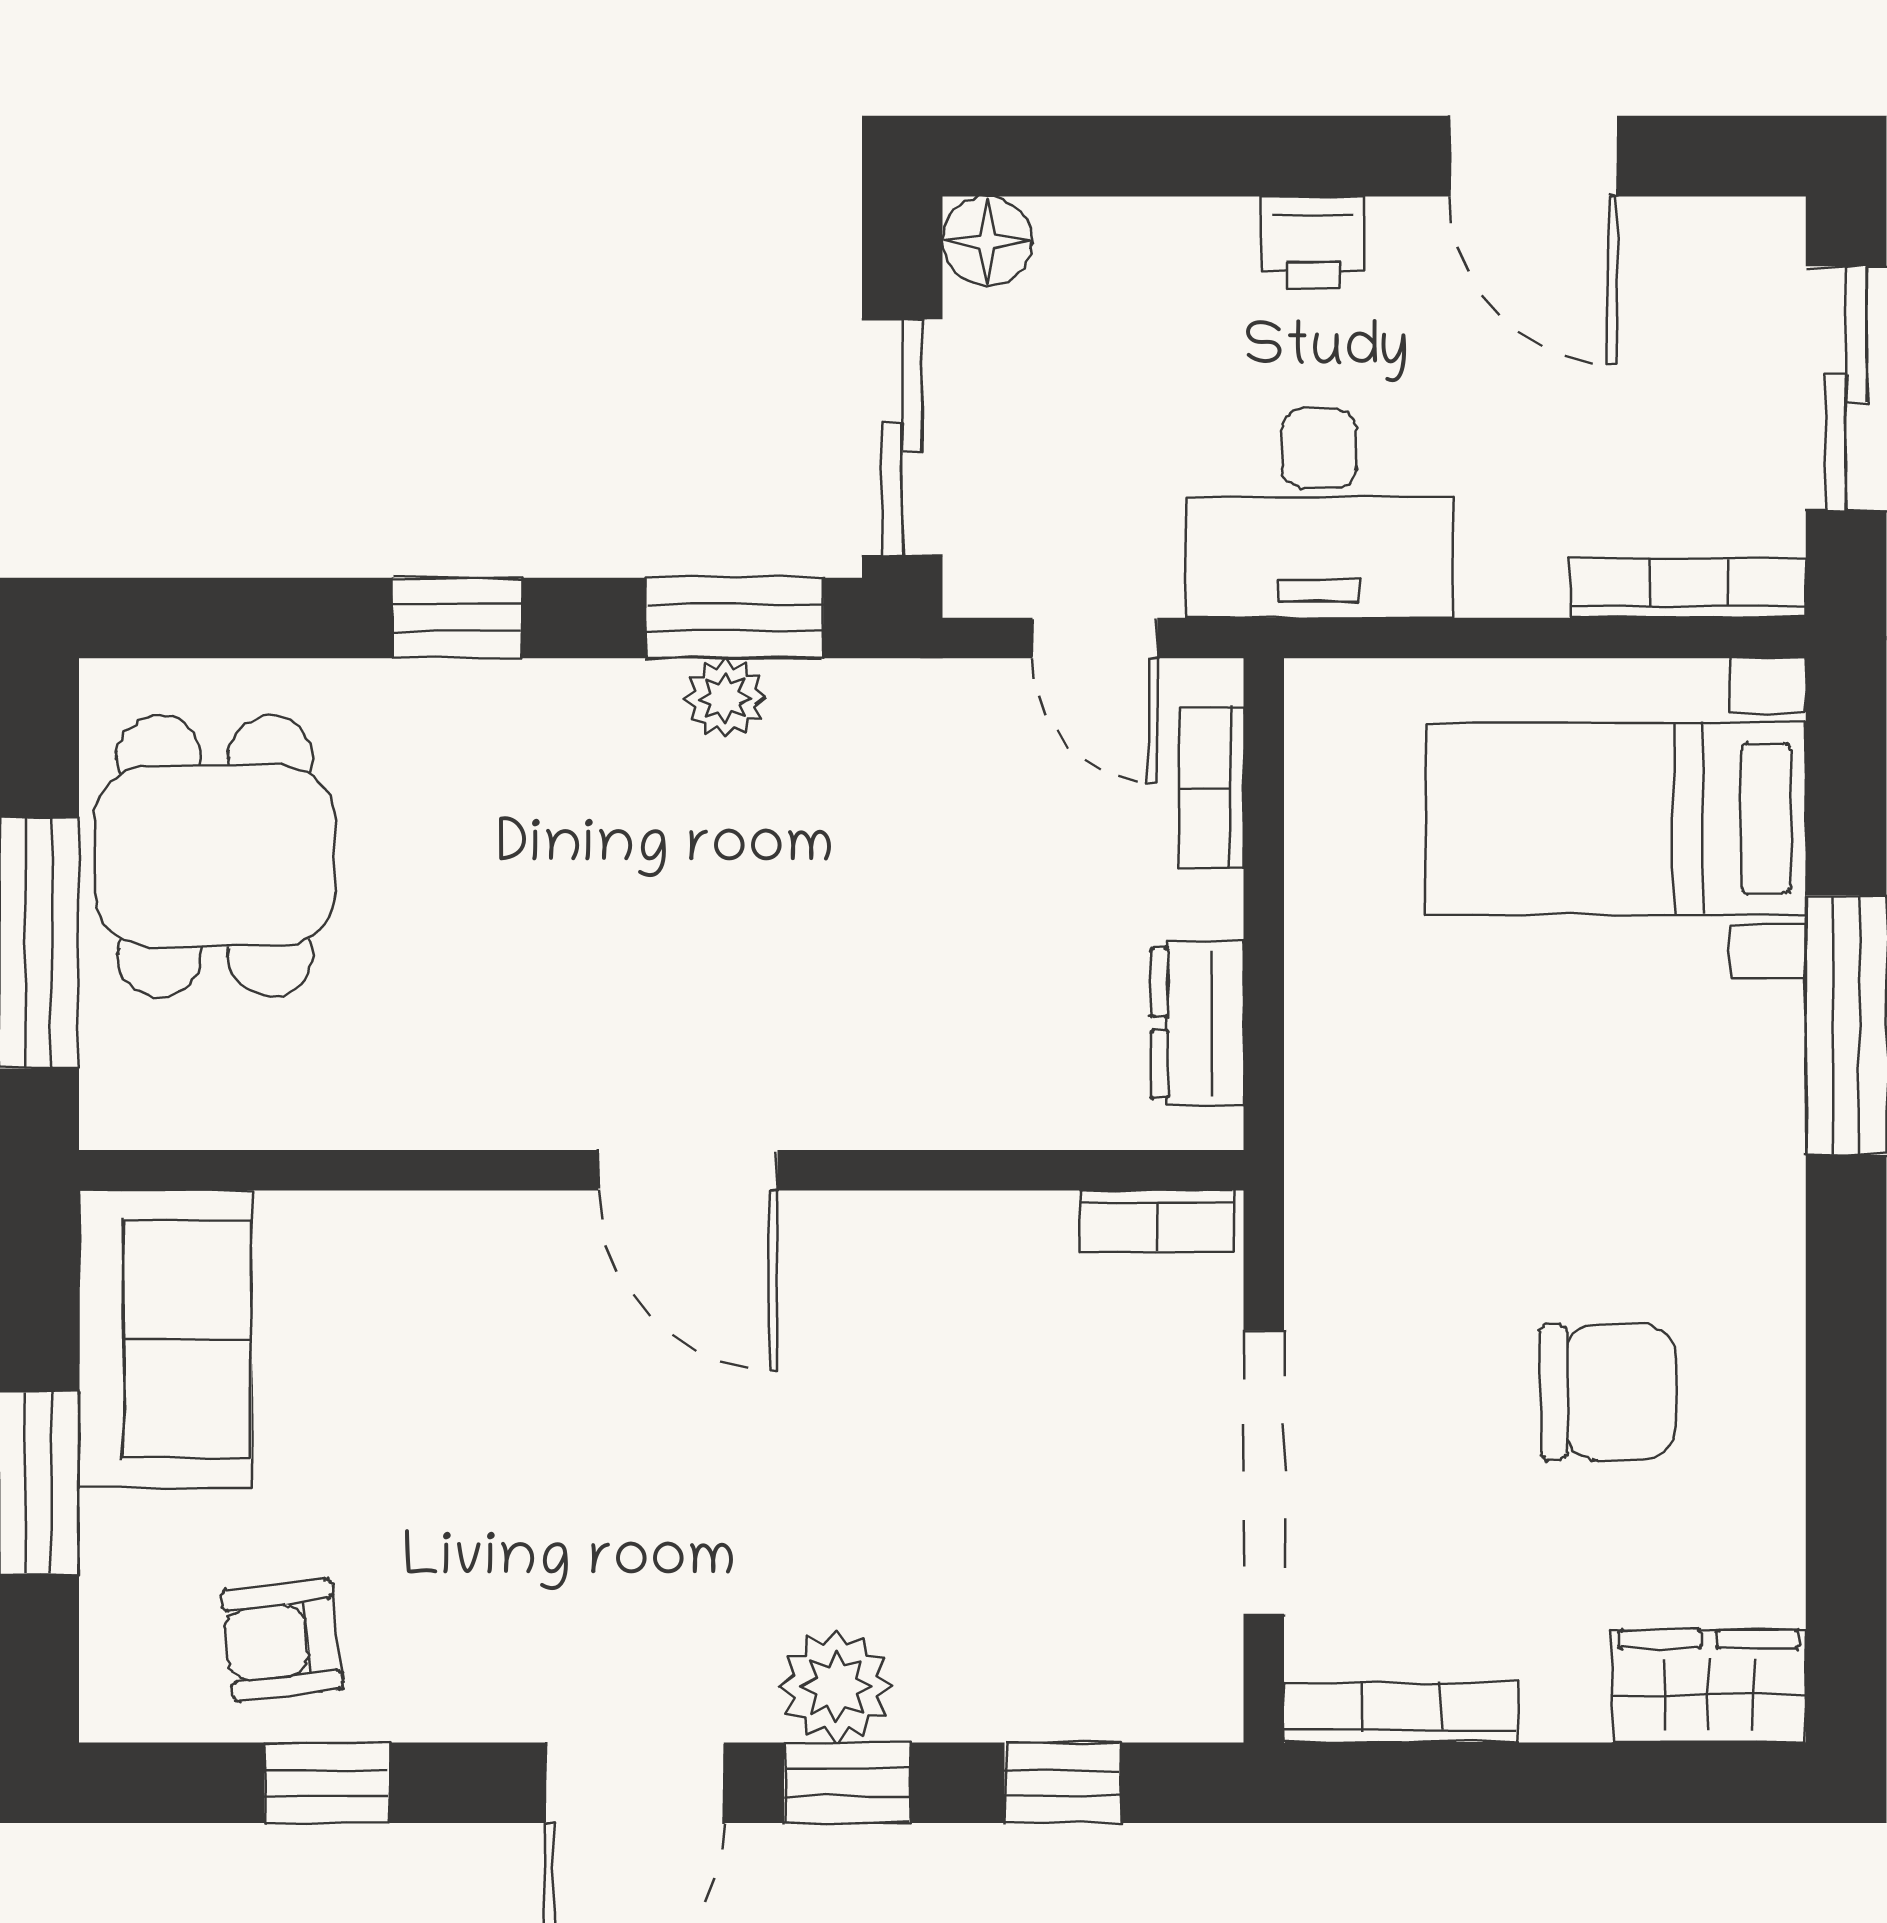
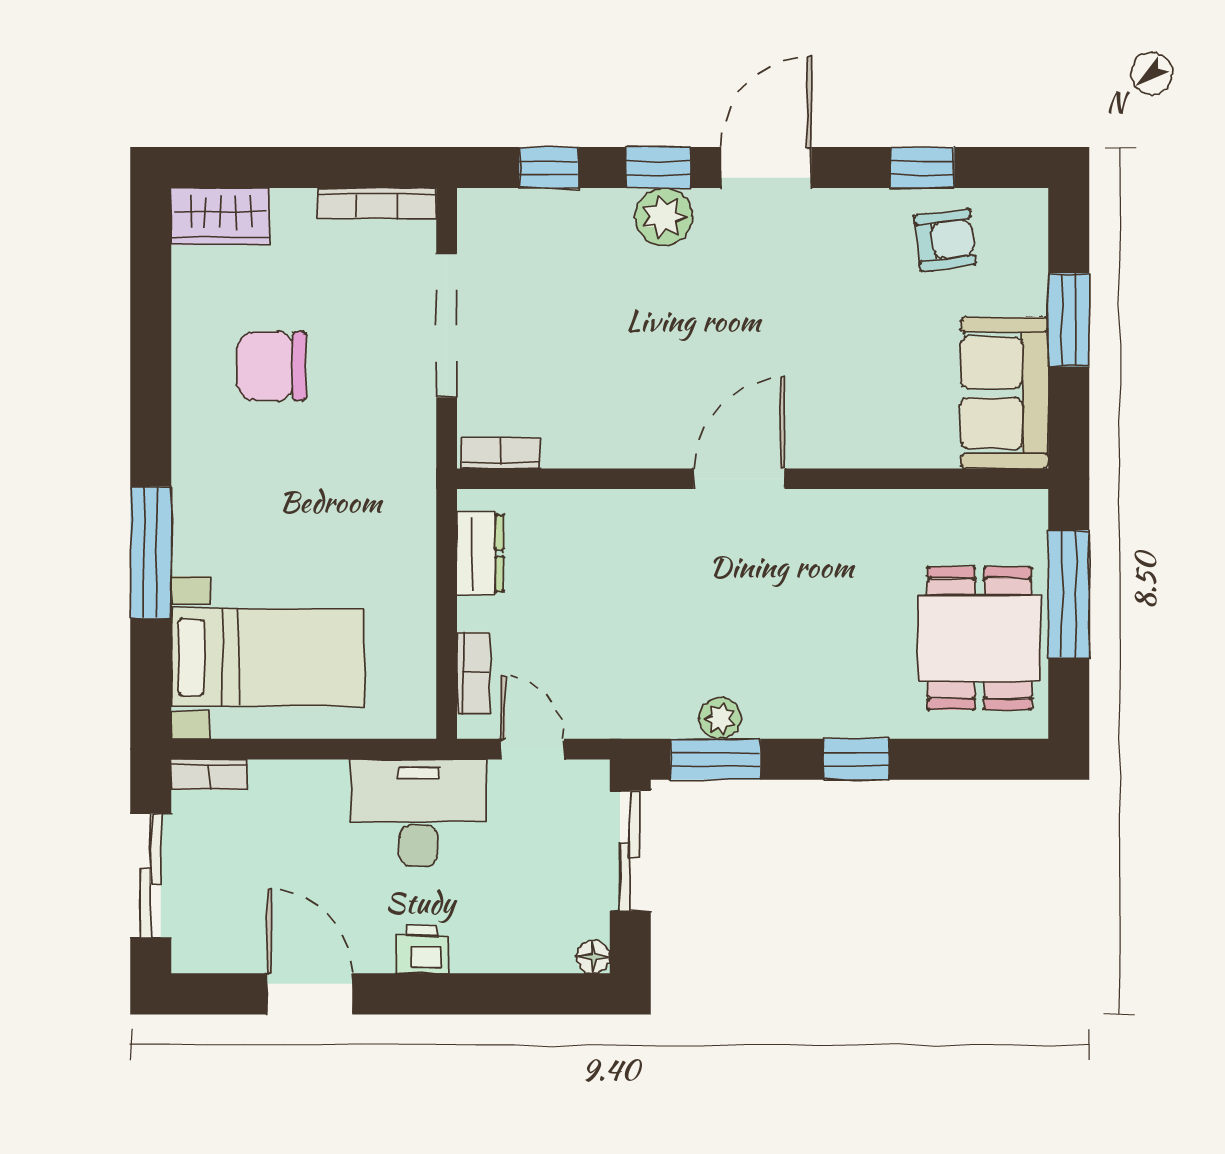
floor lamp: (987, 241) -> (593, 957), width x0.73, depth x0.73
bookcase: (1689, 588) -> (209, 775), width x0.64
door: (688, 1170) -> (739, 479), hinge flipped

